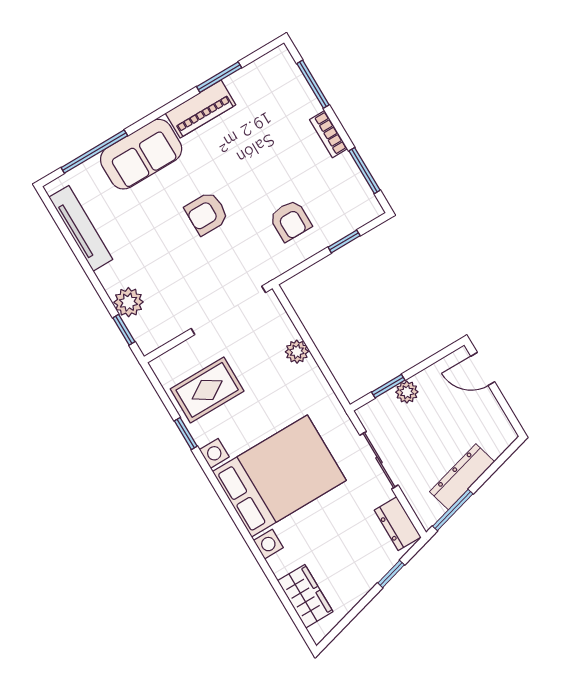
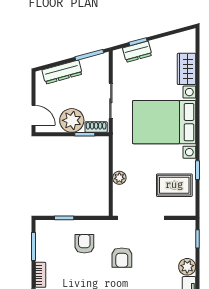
armchair: (207, 213) -> (122, 258), moved, turned 90
plant: (128, 302) -> (187, 267), moved
plant: (407, 392) -> (72, 120), width x1.88, depth x1.88
shoe rack: (378, 407) -> (96, 127), added
dresser: (462, 477) -> (62, 72), moved
dresser: (398, 524) -> (137, 52), moved, turned 75
wardrobe: (305, 596) -> (187, 69), moved

